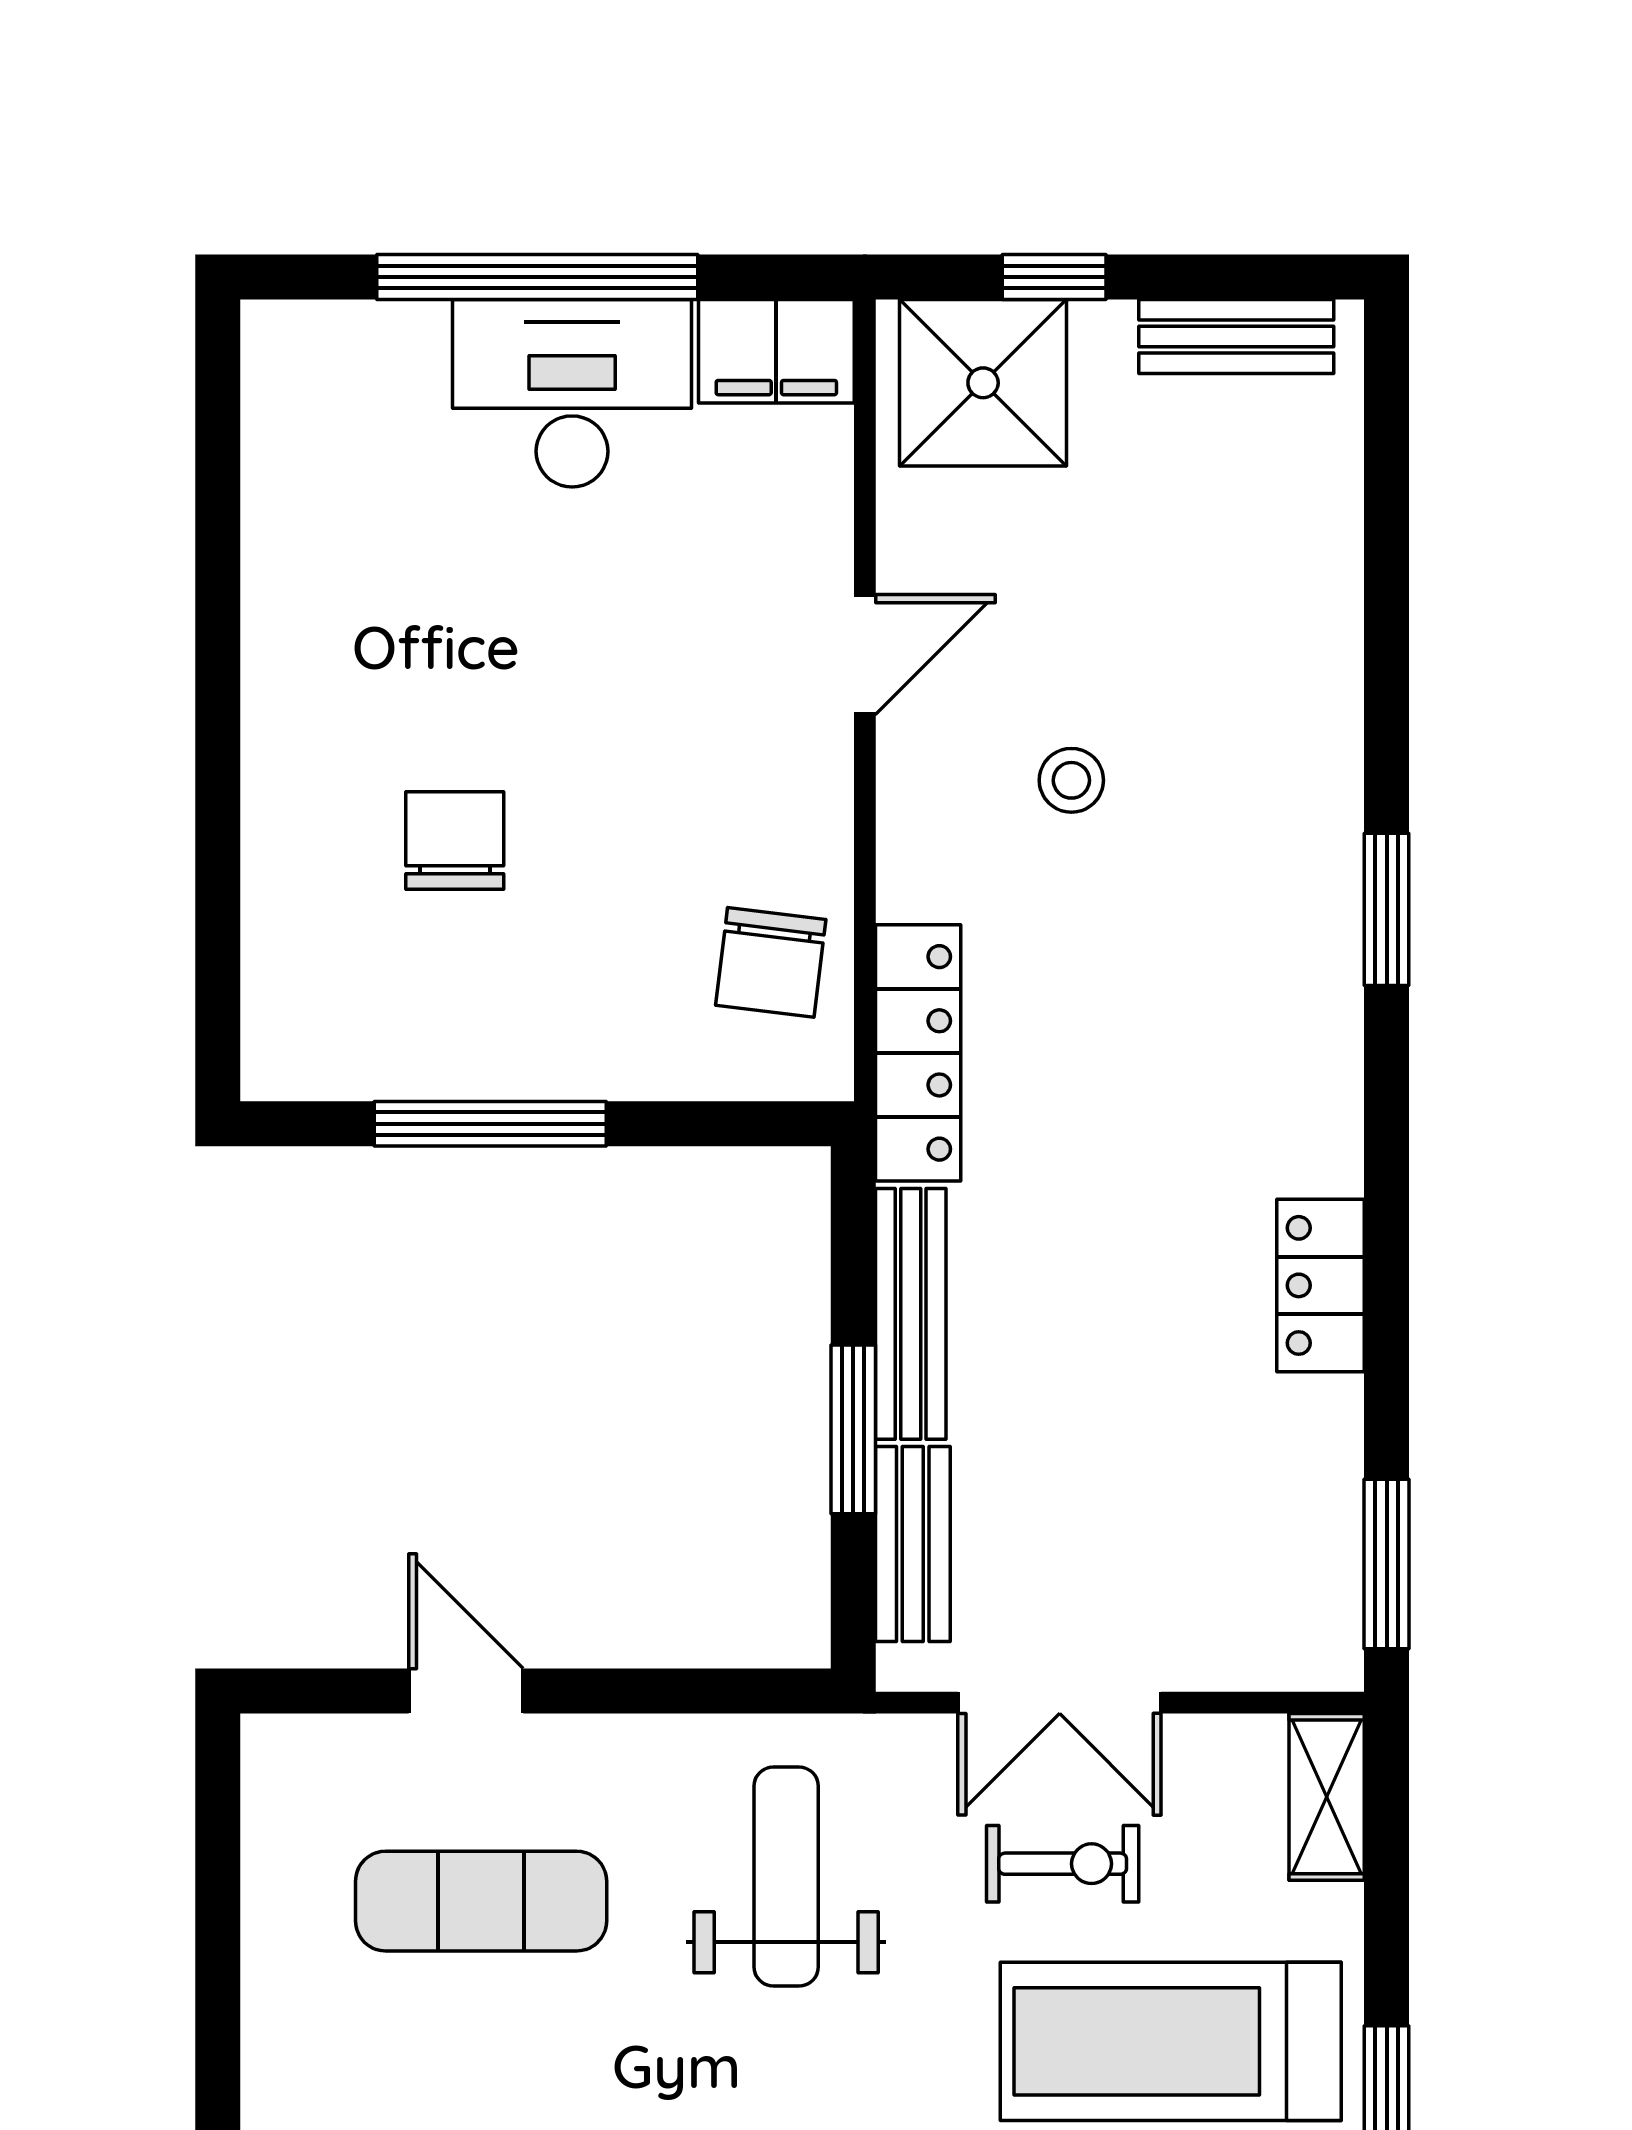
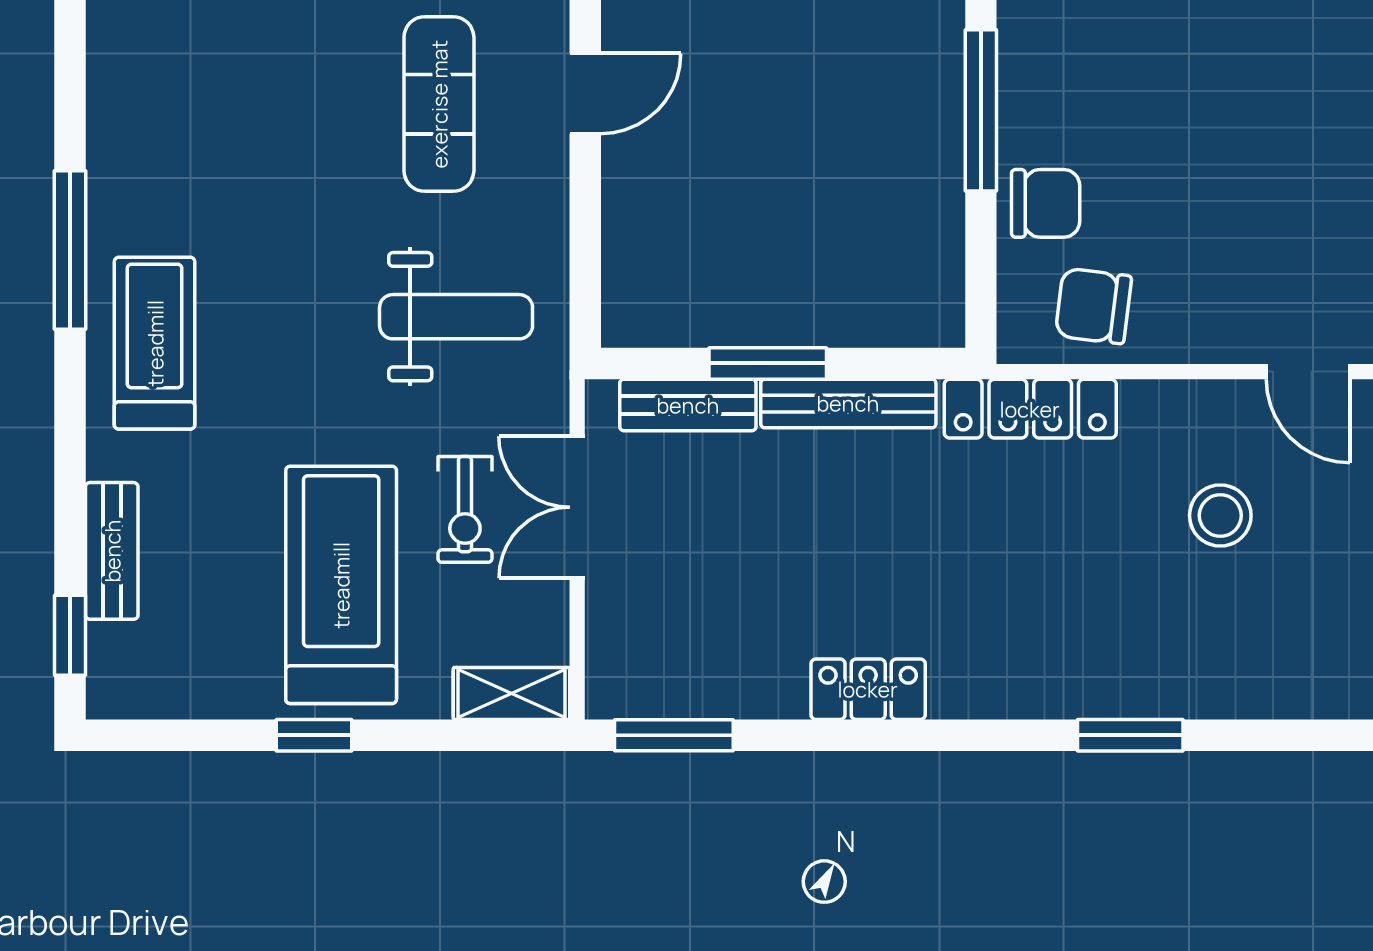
stool: (1071, 780) -> (1220, 515), width x1.37, depth x1.37
chair: (455, 840) -> (1046, 203), moved

